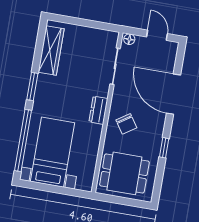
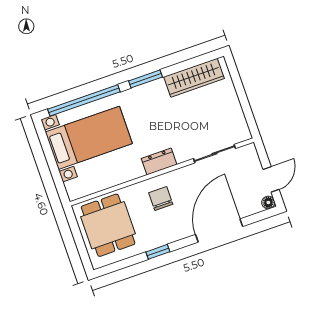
floor lamp: (129, 39) -> (268, 203), moved
chair: (126, 124) -> (161, 199), turned 124

